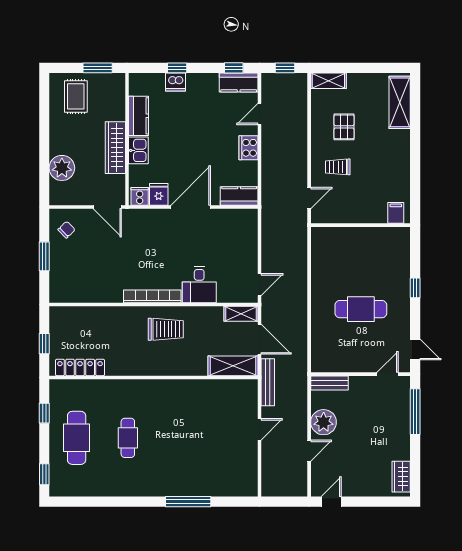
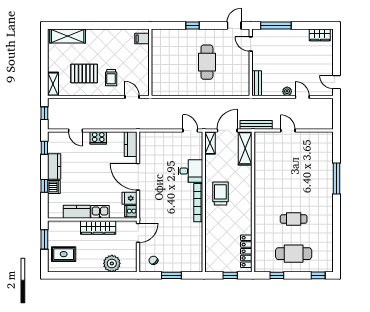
kitchen counter: (239, 82) -> (54, 166), moved
pallet: (344, 127) -> (84, 73), width x1.50, depth x1.42
plant: (324, 422) -> (287, 91), width x0.53, depth x0.53

